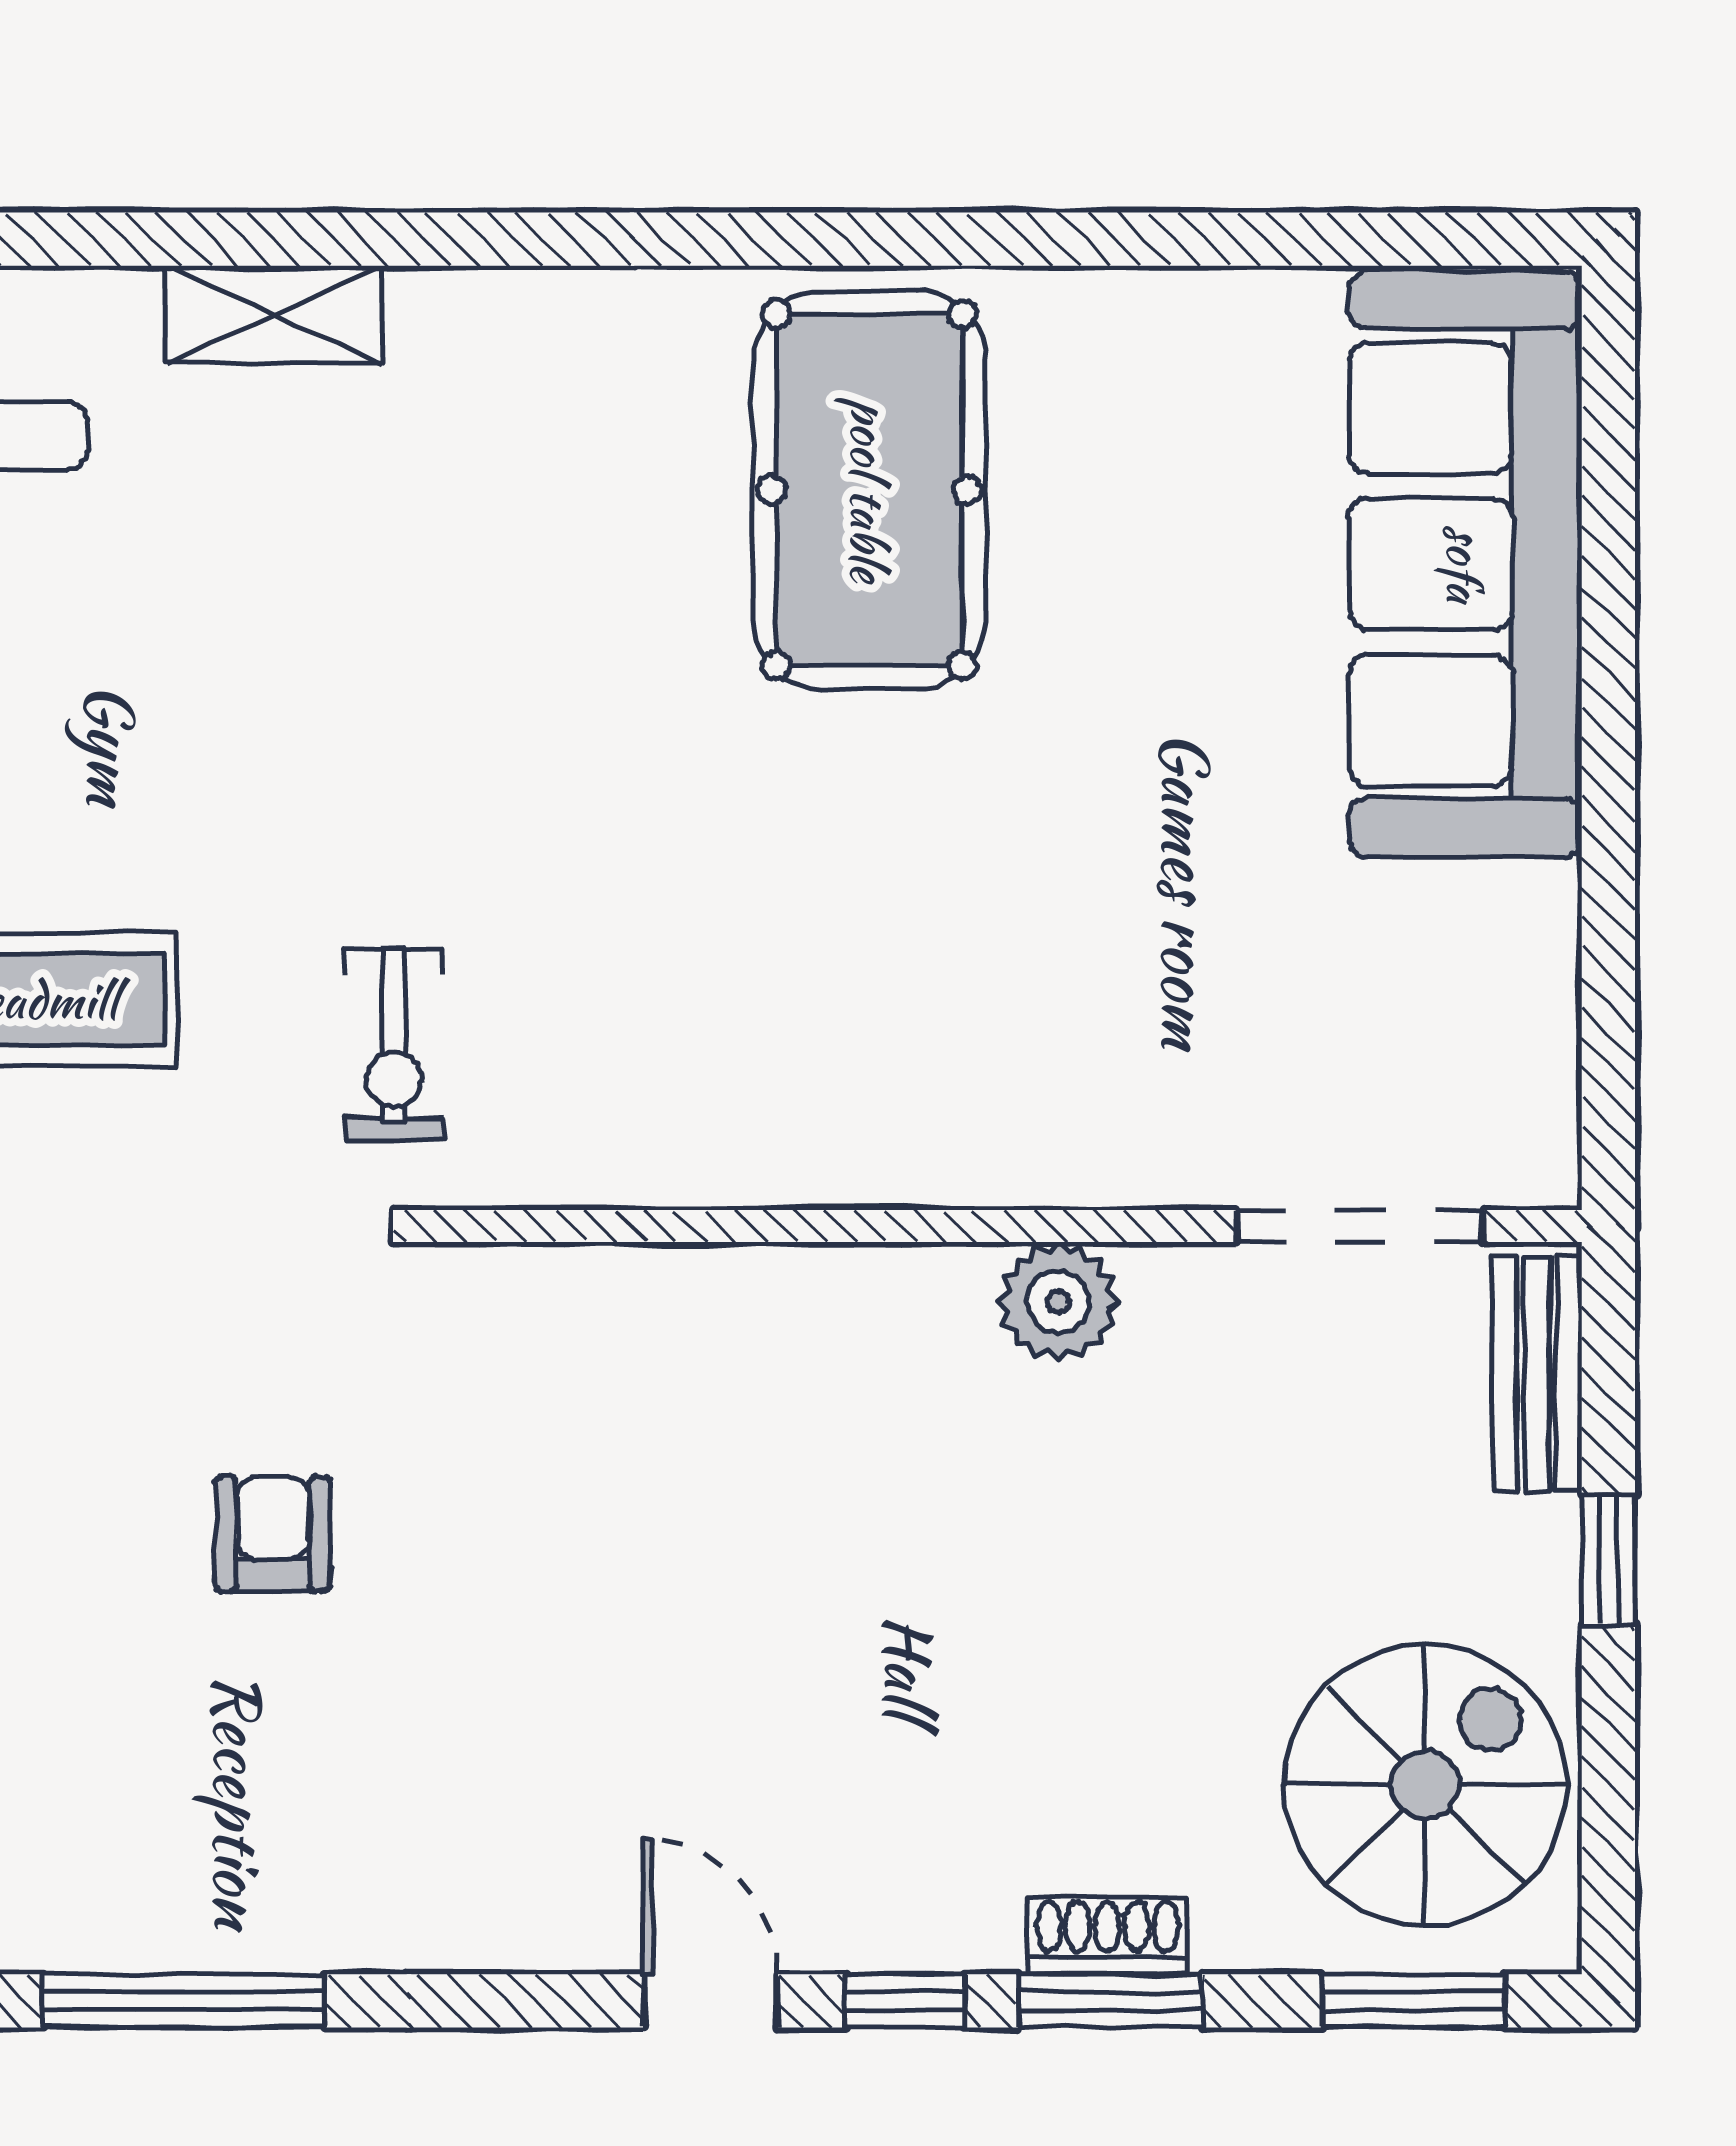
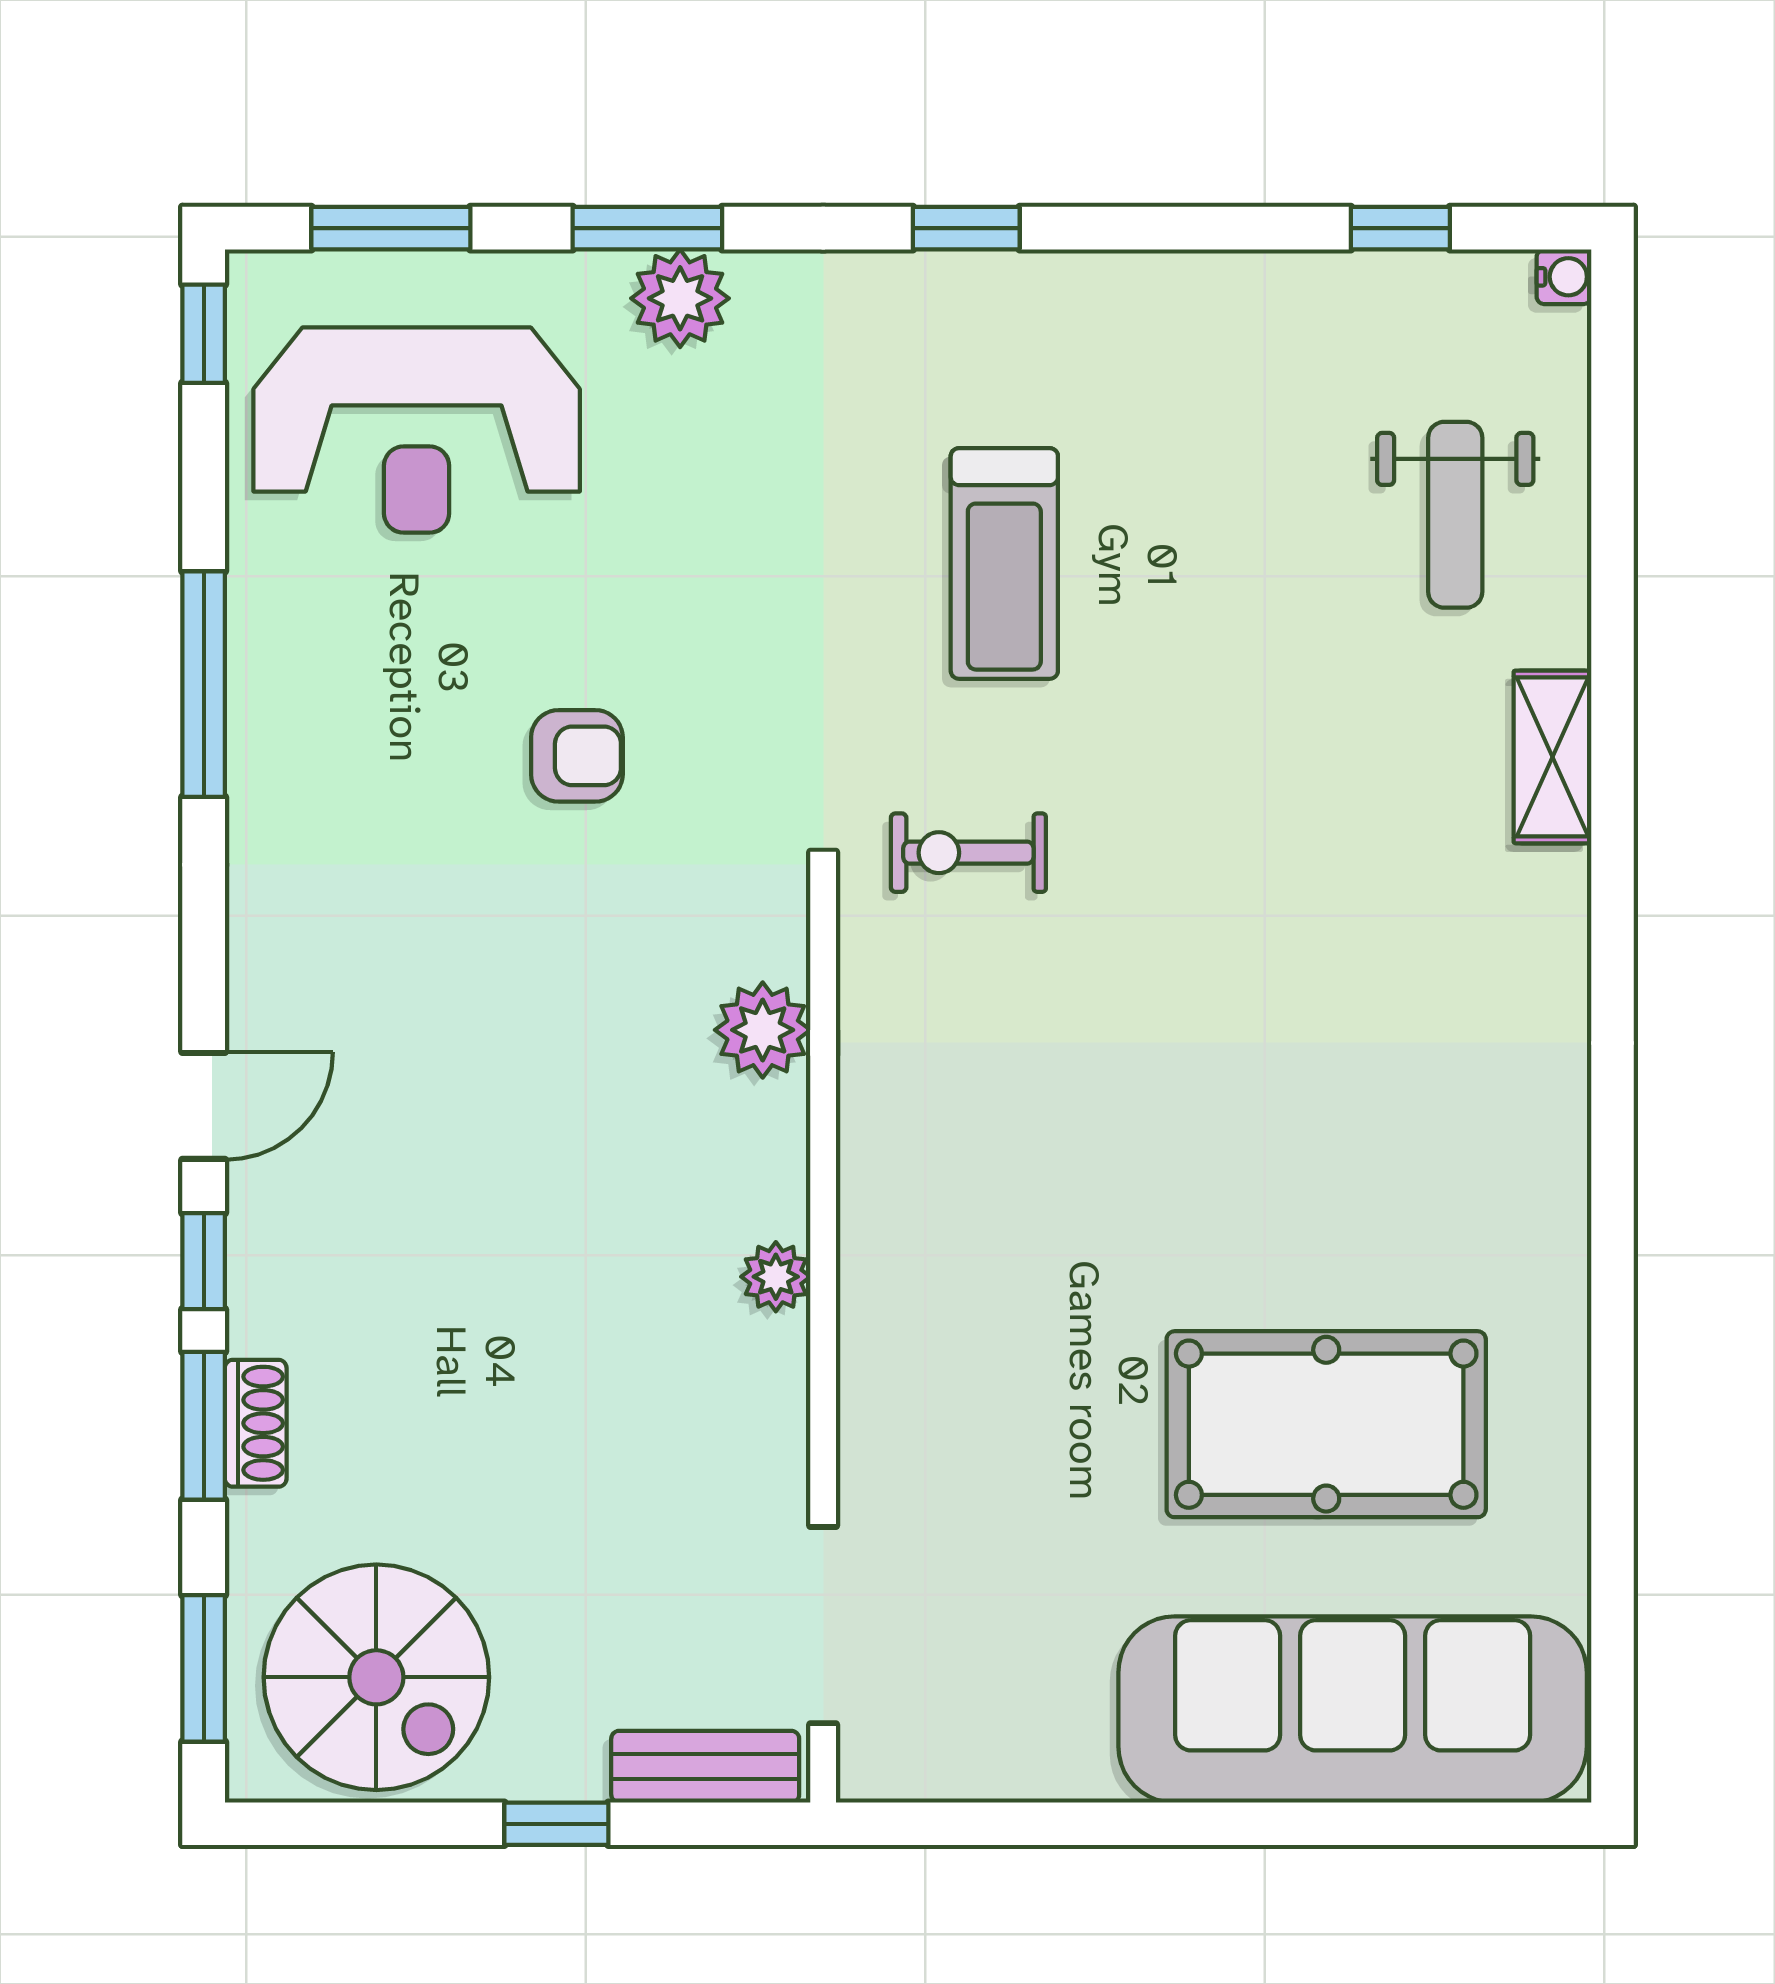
pool table: (869, 490) -> (1326, 1424), moved
plant: (616, 1302) -> (763, 1030), added
plant: (1058, 1302) -> (776, 1277), moved, width x0.73, depth x0.73

